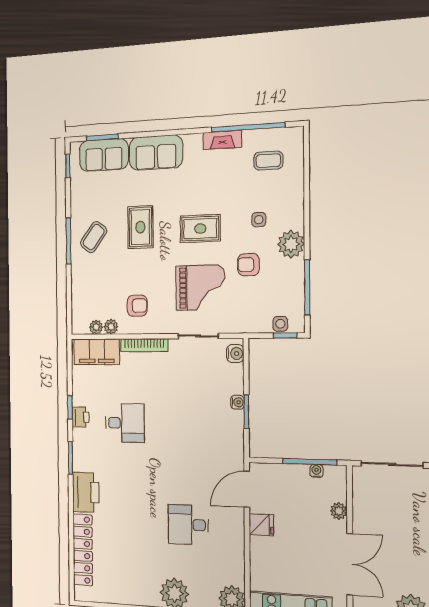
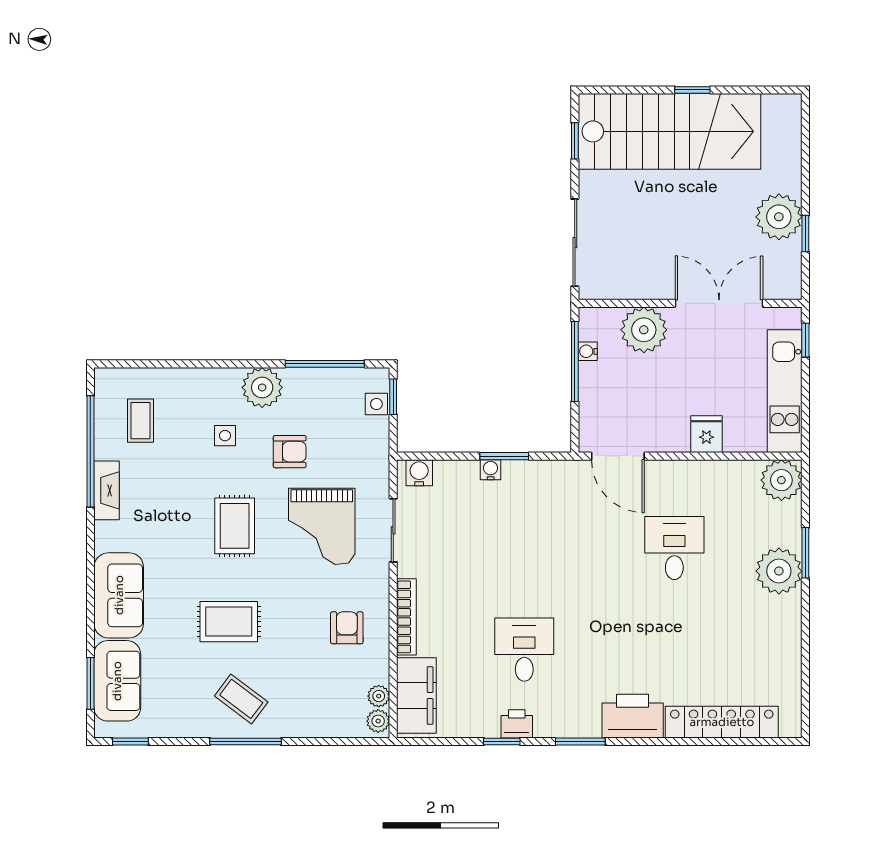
armchair: (248, 265) -> (290, 452), turned -90
grand piano: (200, 288) -> (322, 526), turned 180
plant: (111, 327) -> (378, 721), moved
plant: (339, 511) -> (644, 330), width x1.88, depth x1.88
desk: (188, 525) -> (674, 548), turned 180
fridge: (261, 525) -> (706, 434), moved

